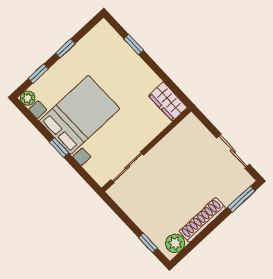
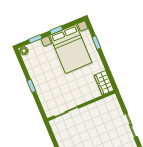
bed with nightstands: (79, 115) -> (71, 49), moved, turned 90

